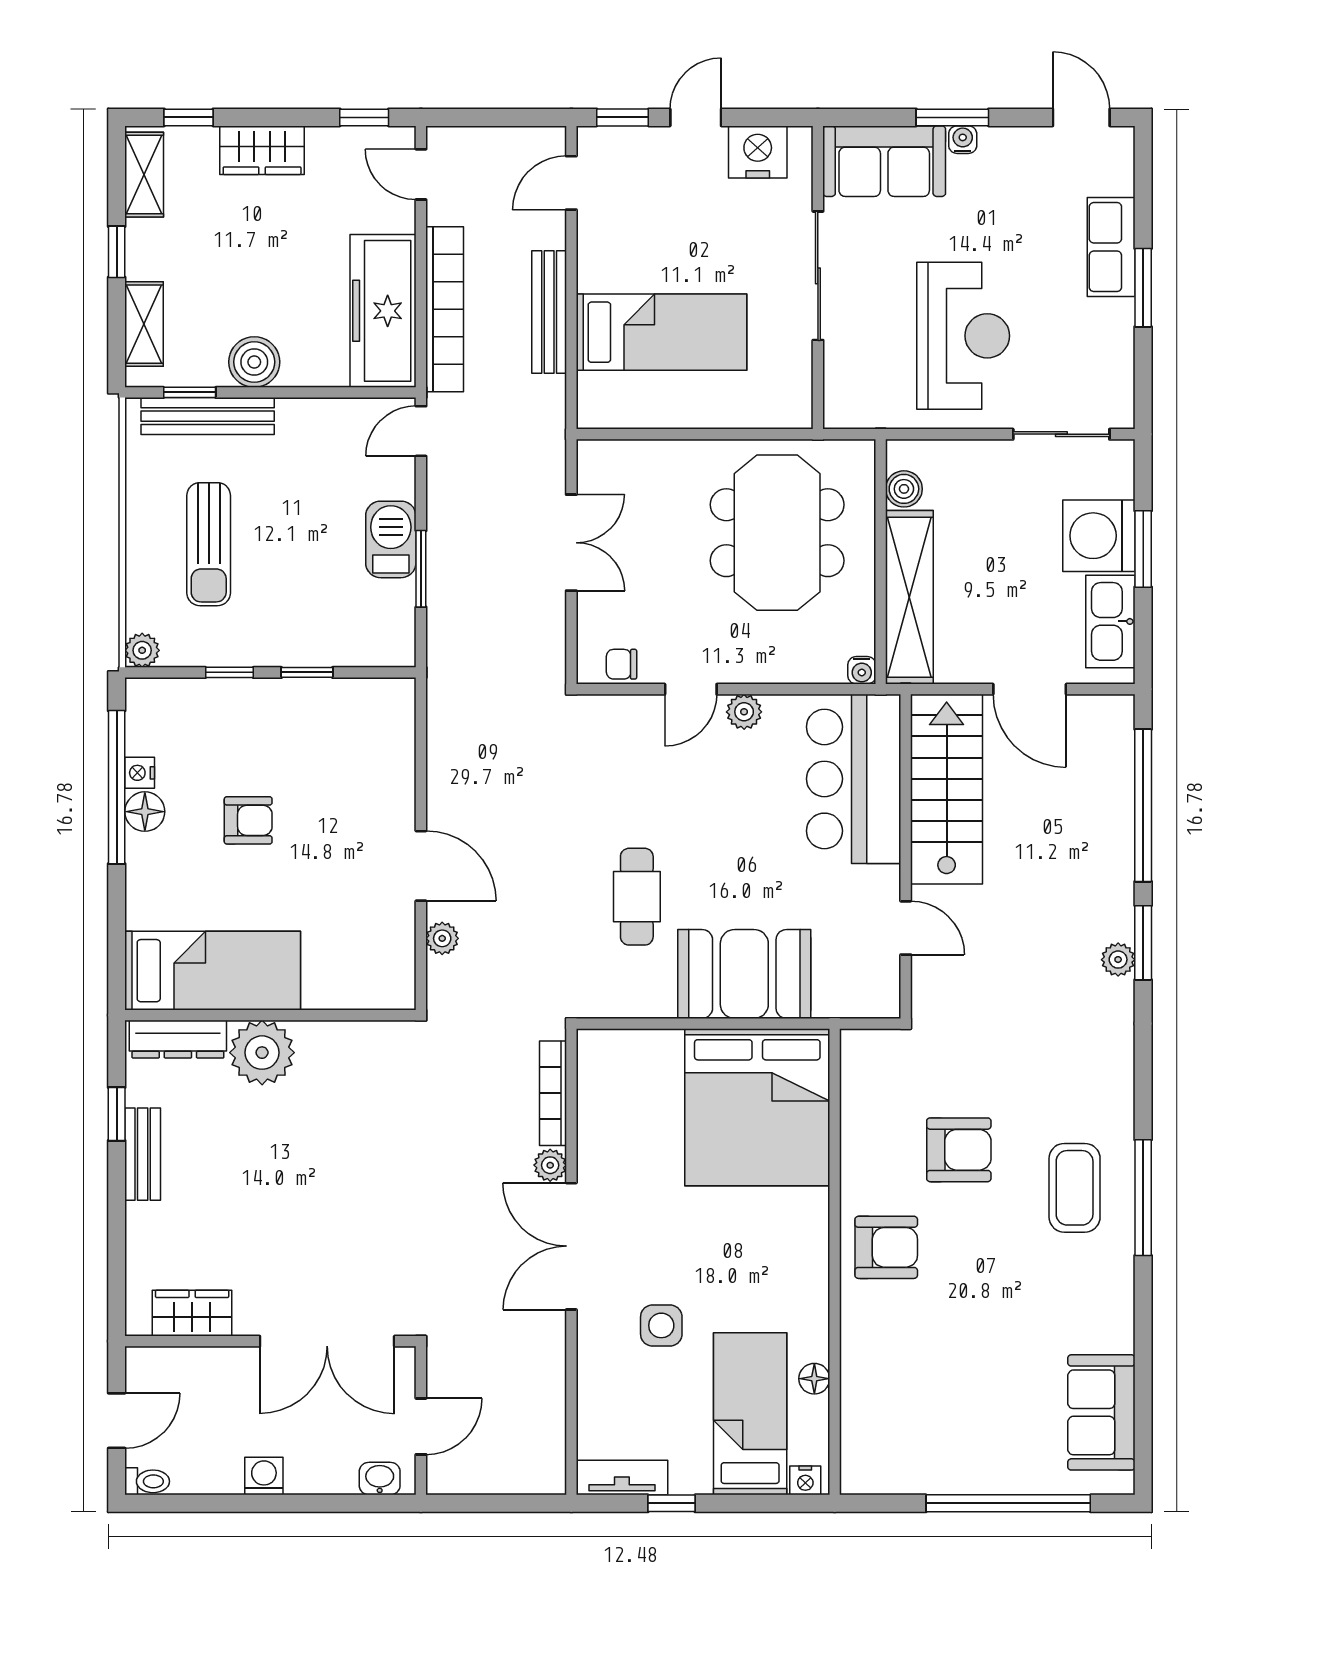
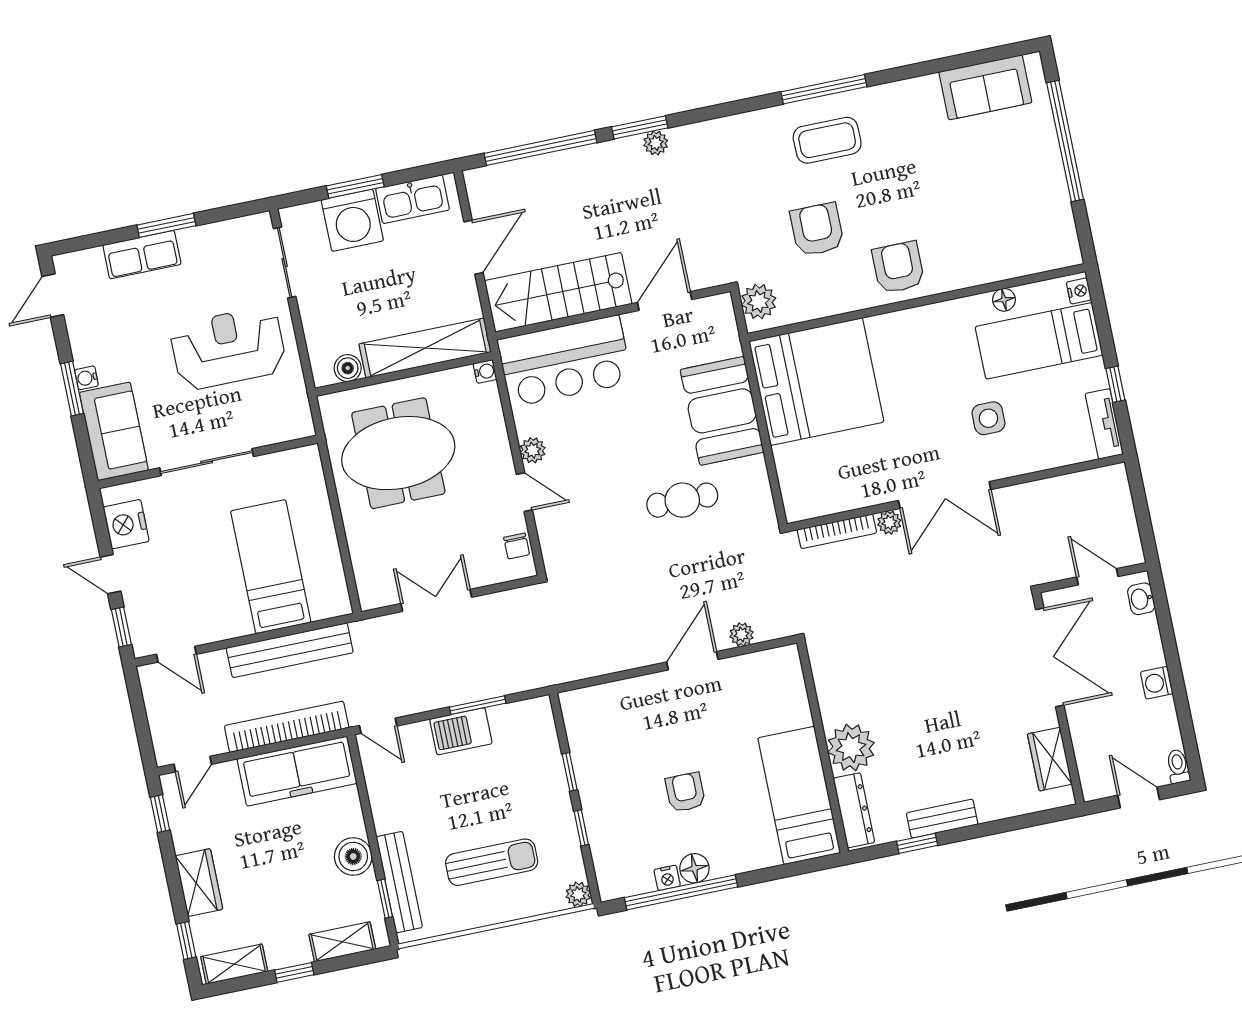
bench: (549, 312) -> (290, 650), width x1.37, depth x1.21
door: (906, 928) -> (665, 301), width x1.38
plant: (879, 1053) -> (759, 302), added

